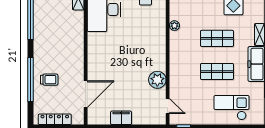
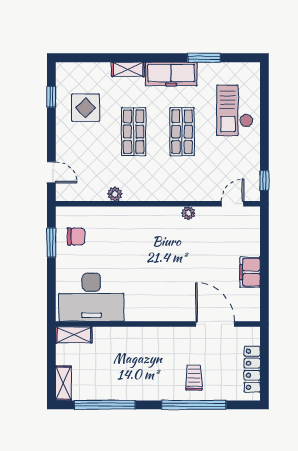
plant: (157, 80) -> (188, 213), width x0.53, depth x0.53

